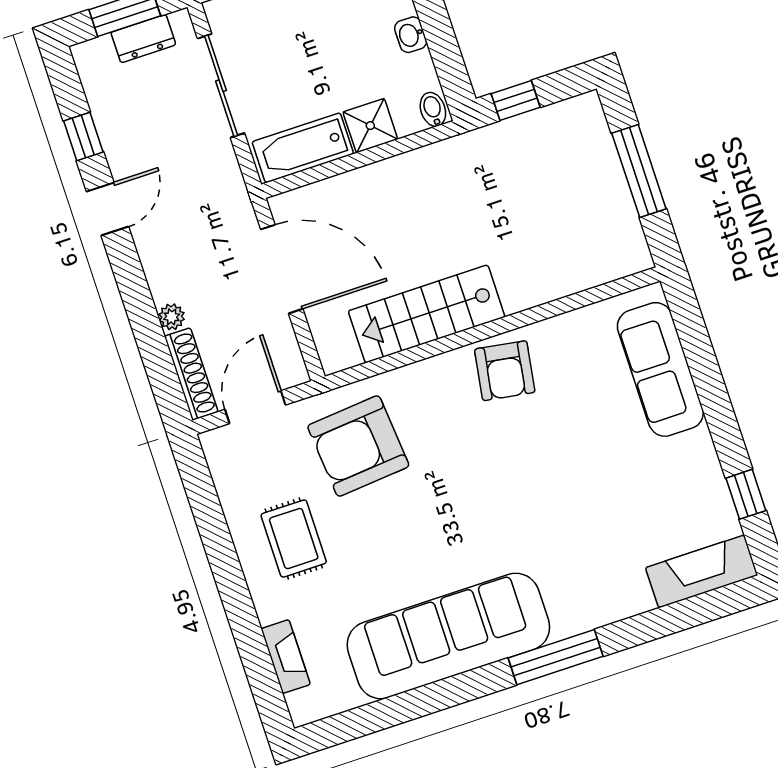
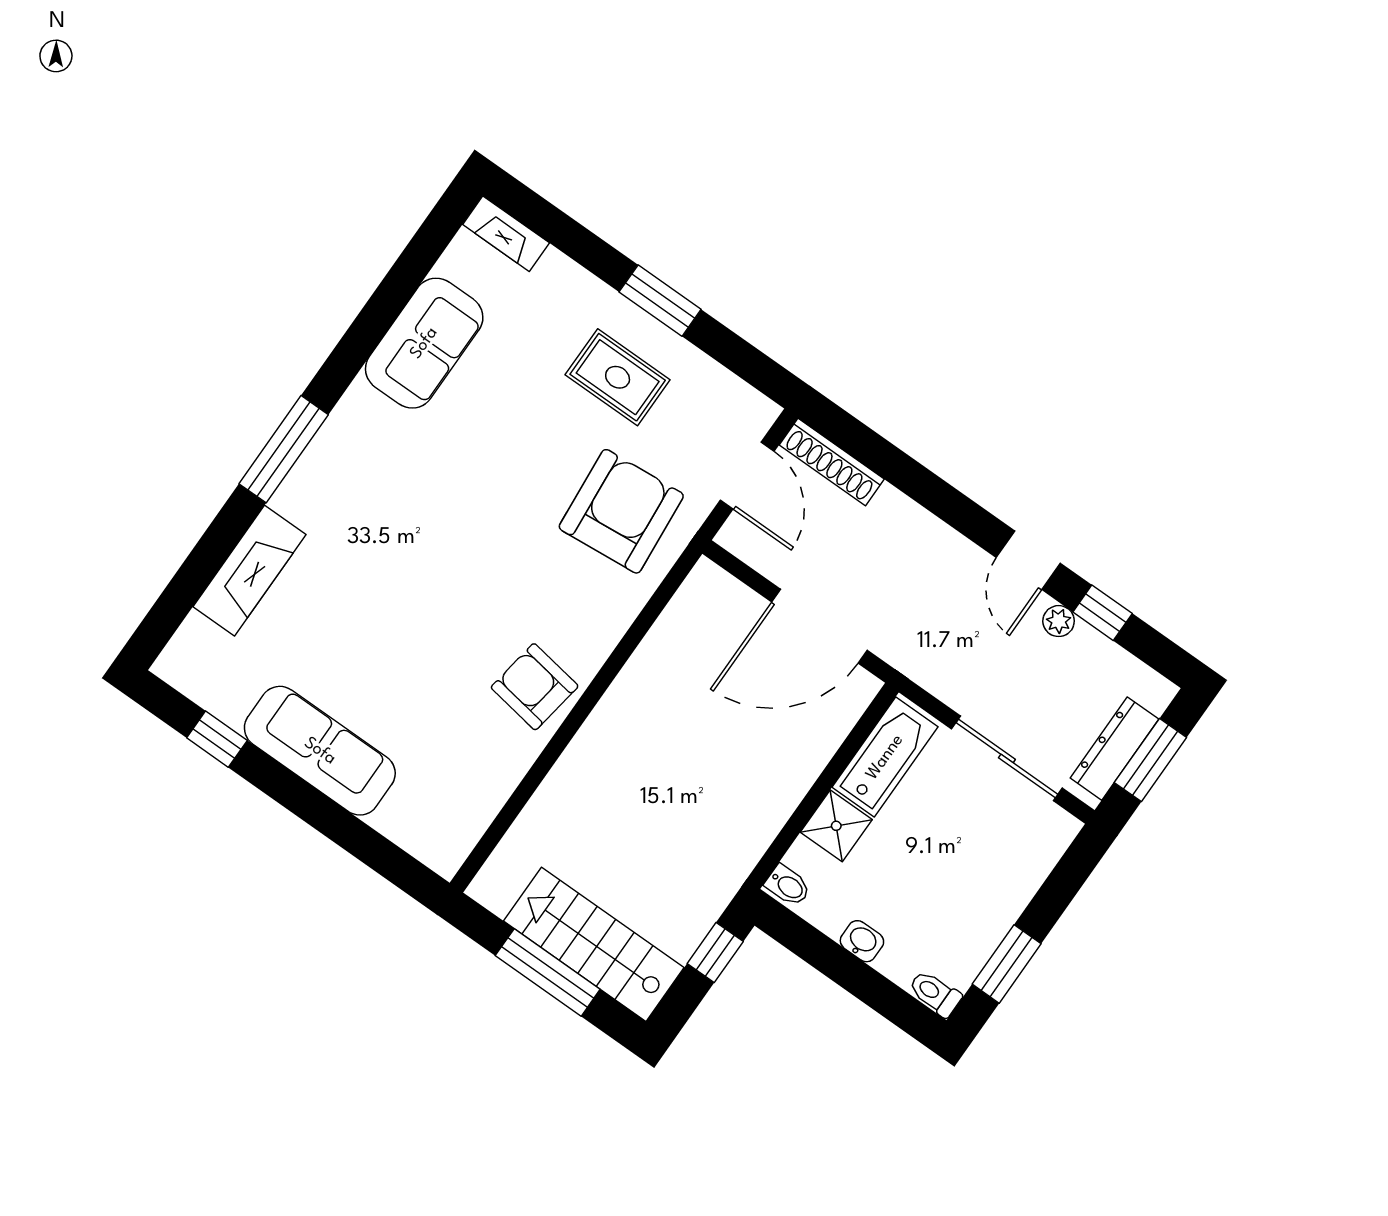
dresser: (143, 39) -> (1114, 749), width x1.44
stairs: (427, 314) -> (594, 944), moved, turned -90
plant: (172, 317) -> (1059, 621), moved
sofa: (660, 369) -> (320, 751), moved
window: (227, 569) -> (660, 301), added
fireplace: (702, 571) -> (250, 571), moved
sofa: (448, 636) -> (424, 343), width x0.54, depth x0.79
fireplace: (286, 657) -> (506, 234), moved

